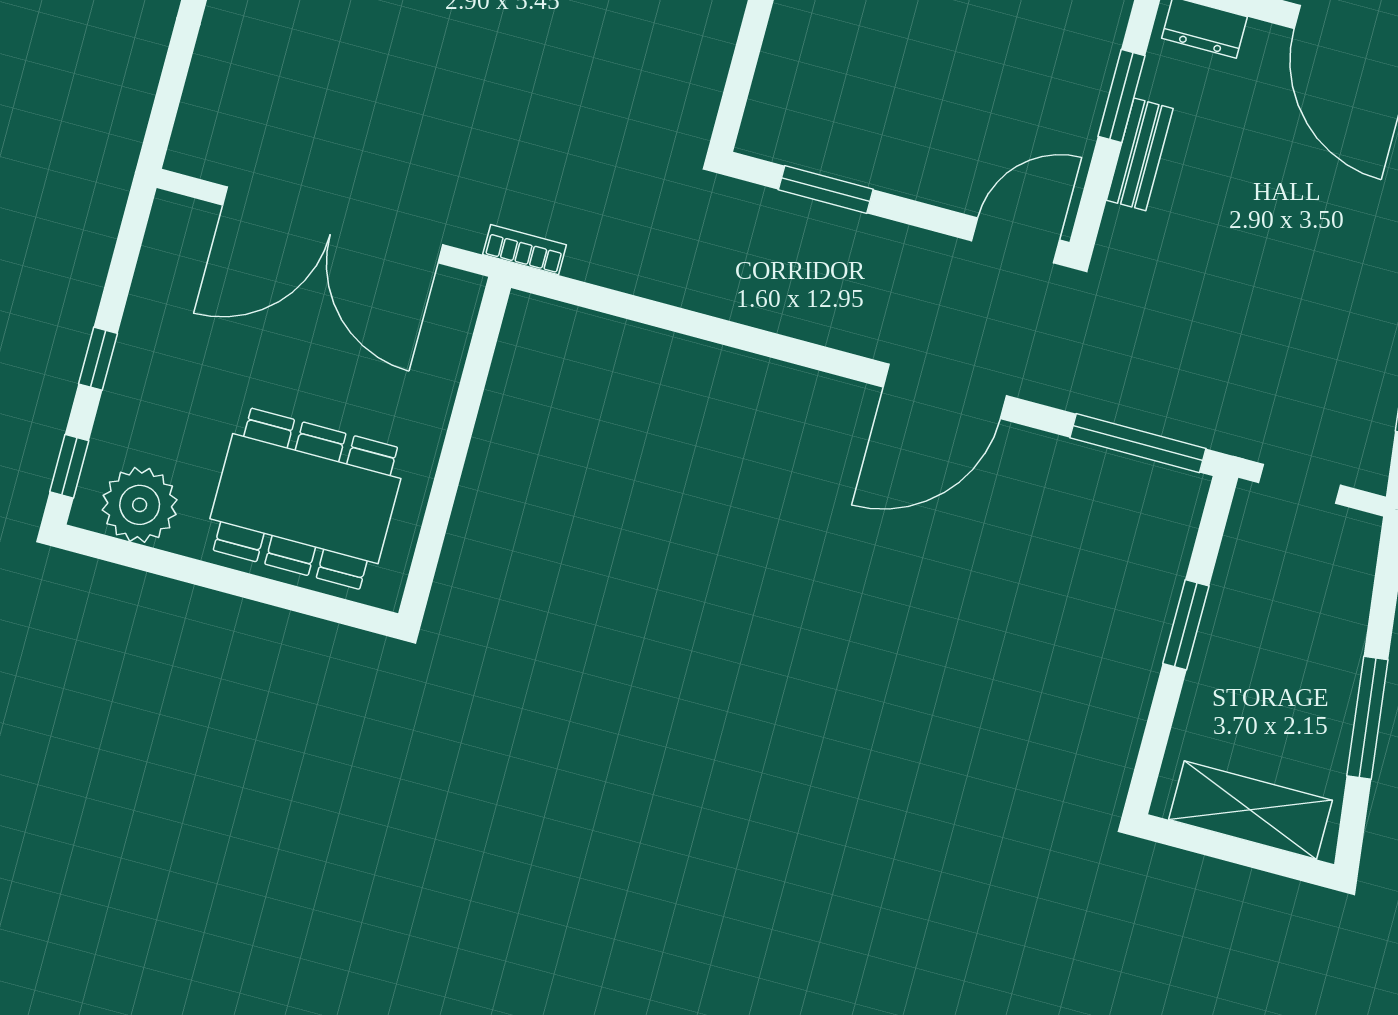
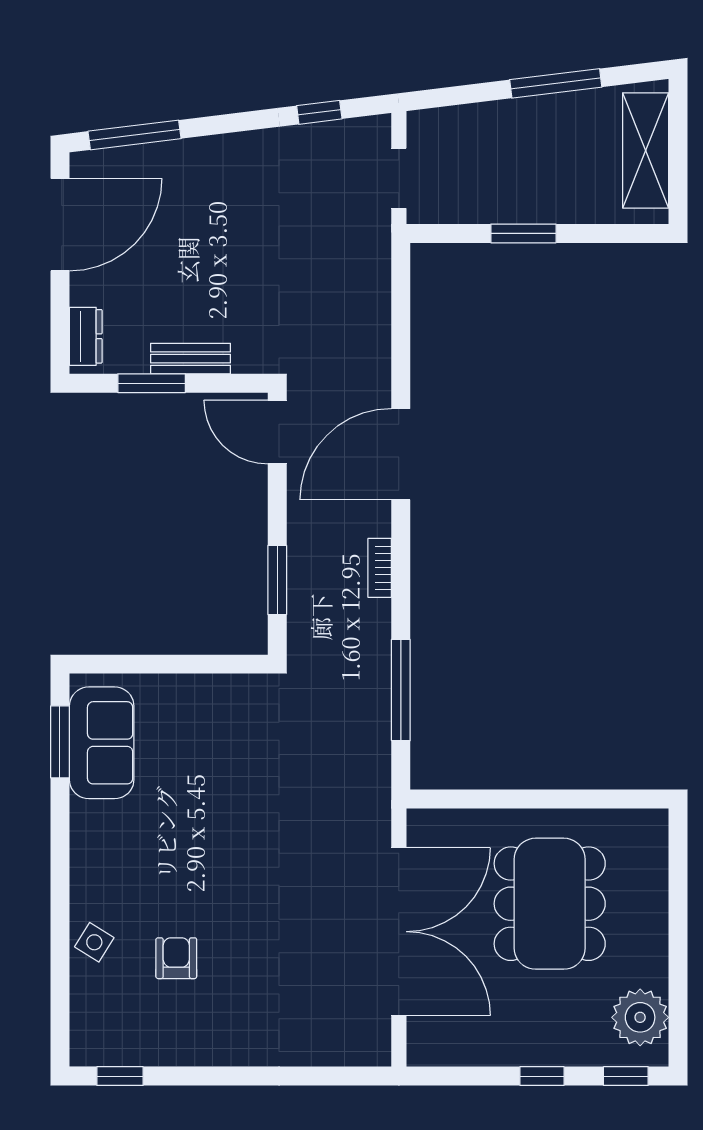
bookcase: (525, 250) -> (380, 568), moved
door: (945, 391) -> (401, 454), swing flipped
window: (1138, 443) -> (401, 690), moved
dining table: (305, 499) -> (550, 904), moved

